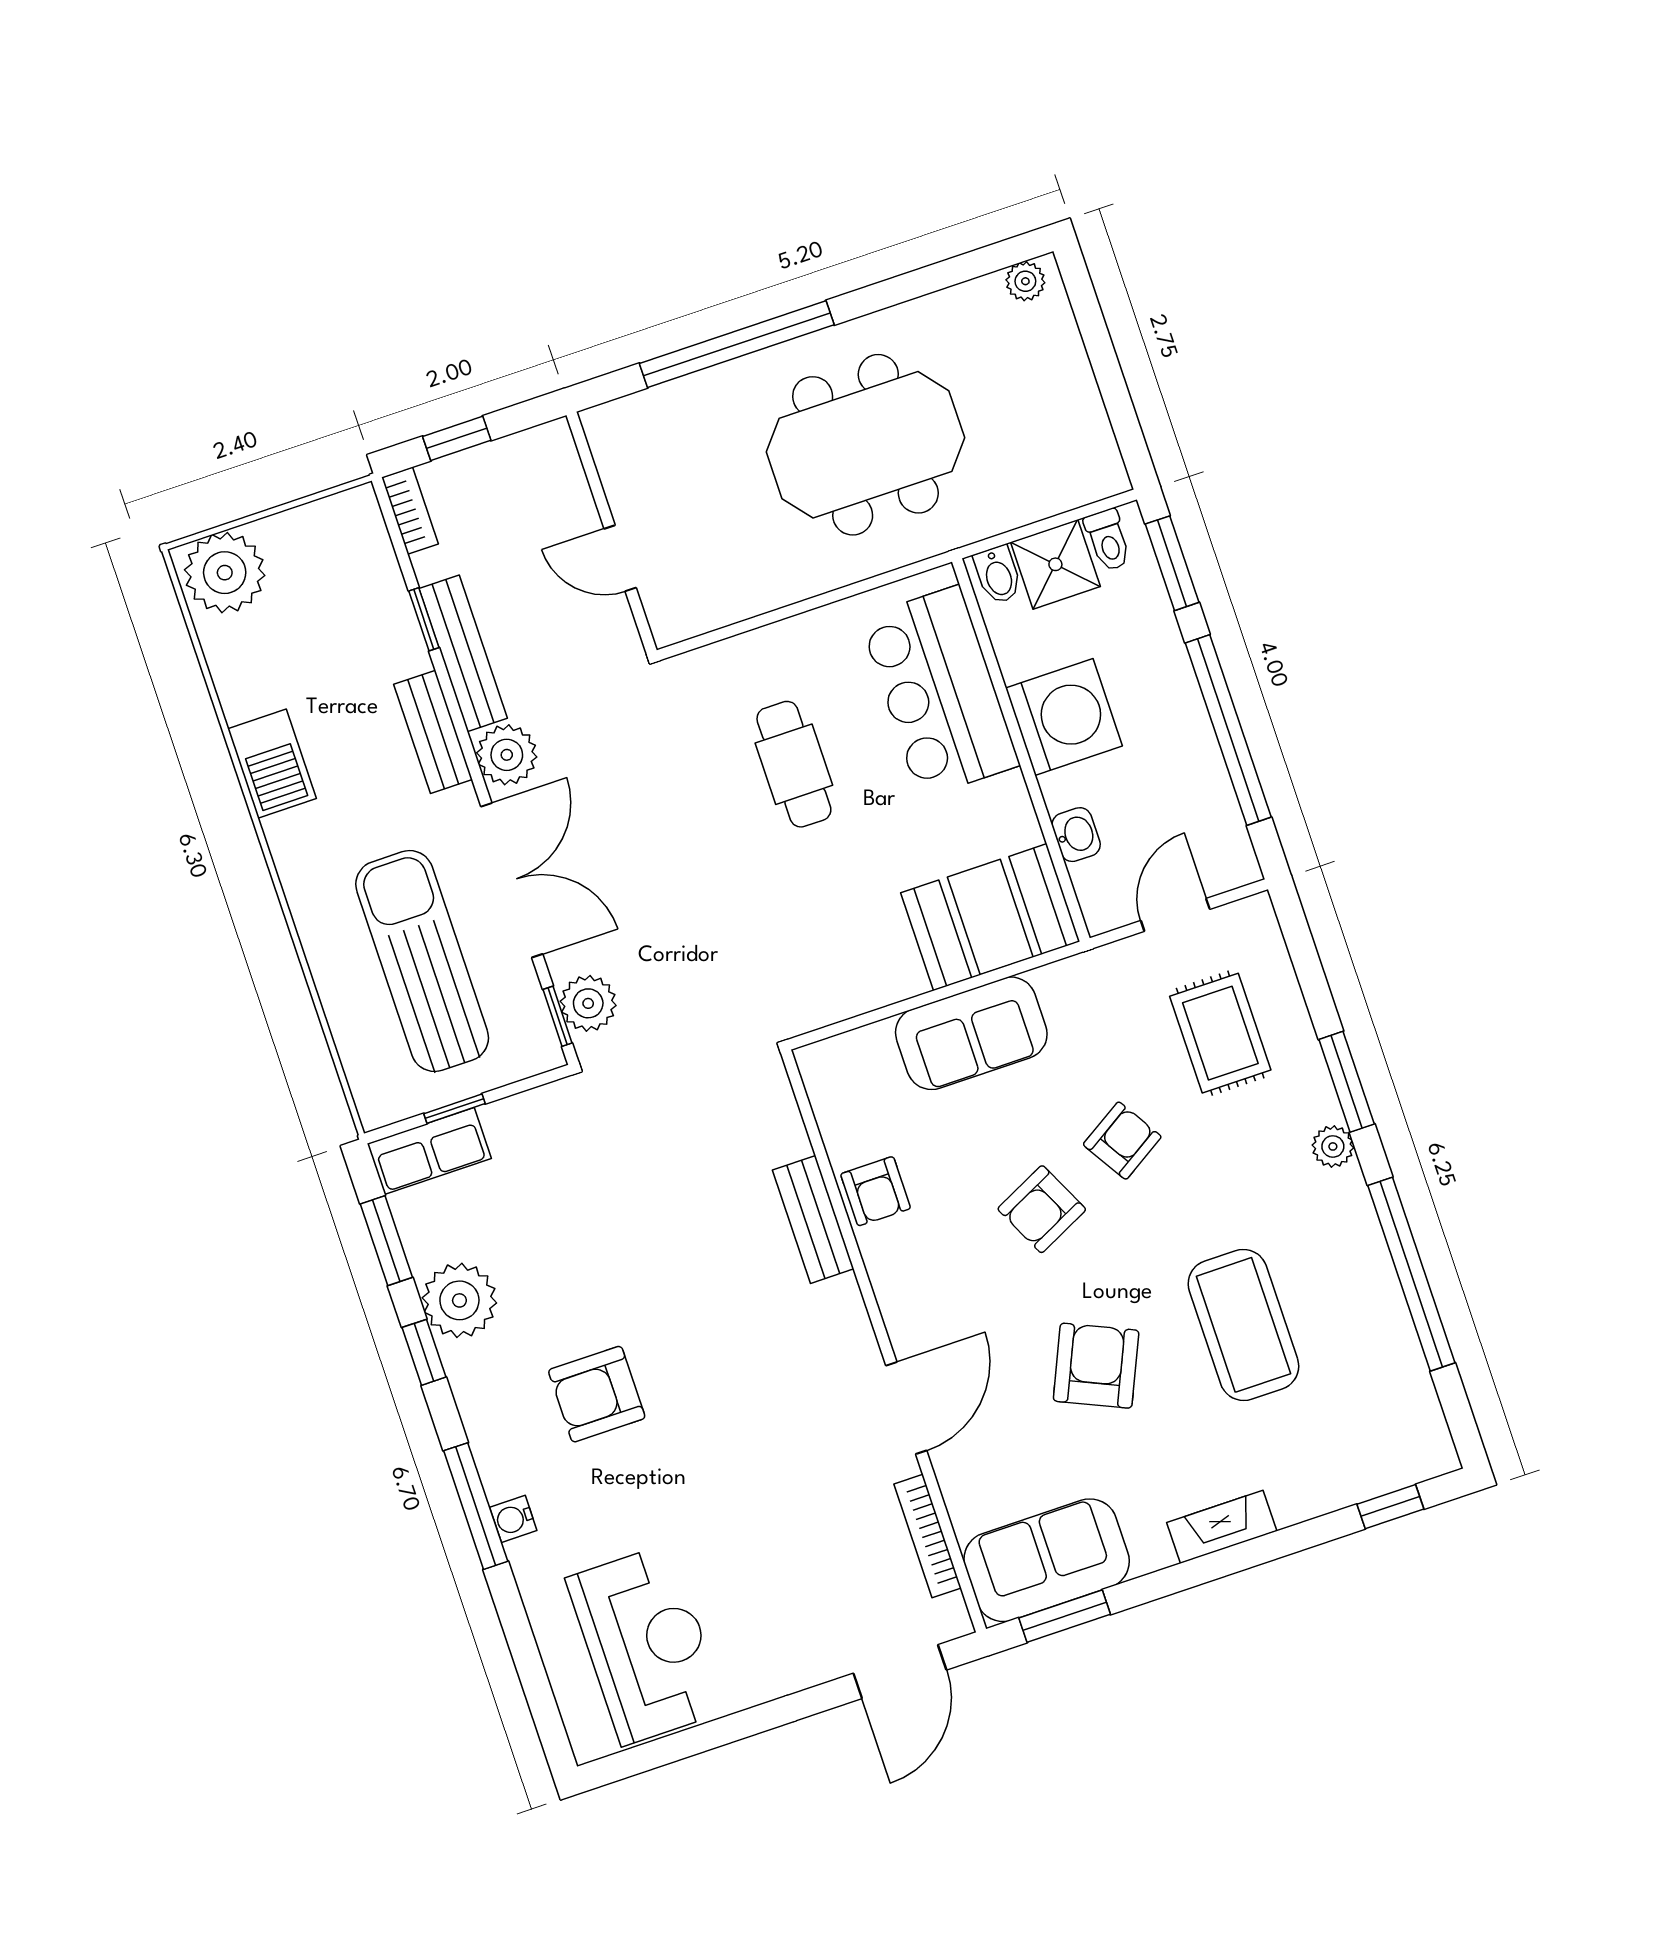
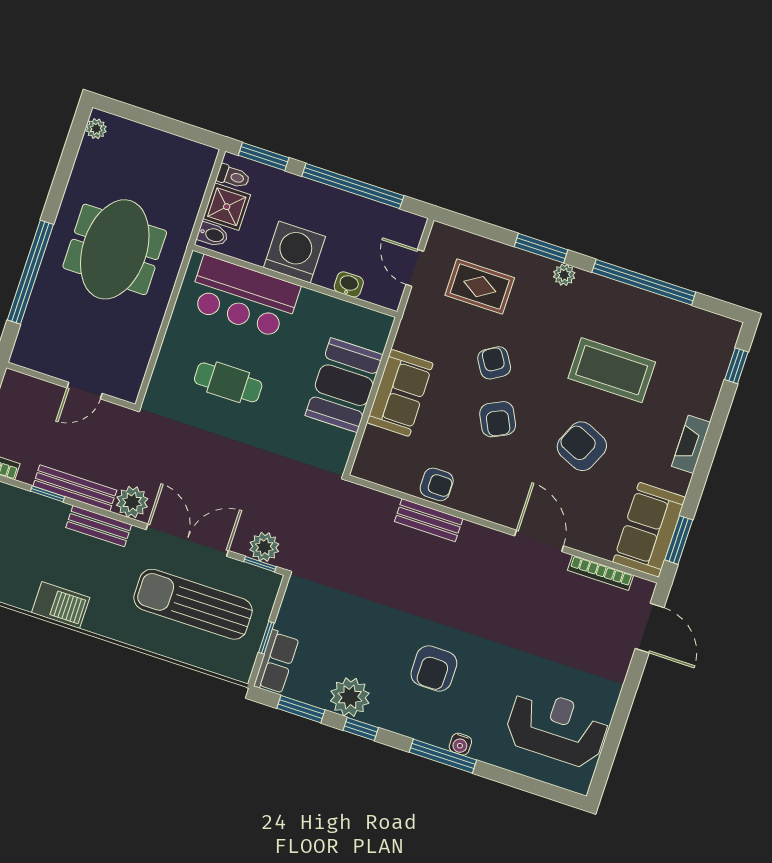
booth: (990, 917) -> (344, 385), moved

